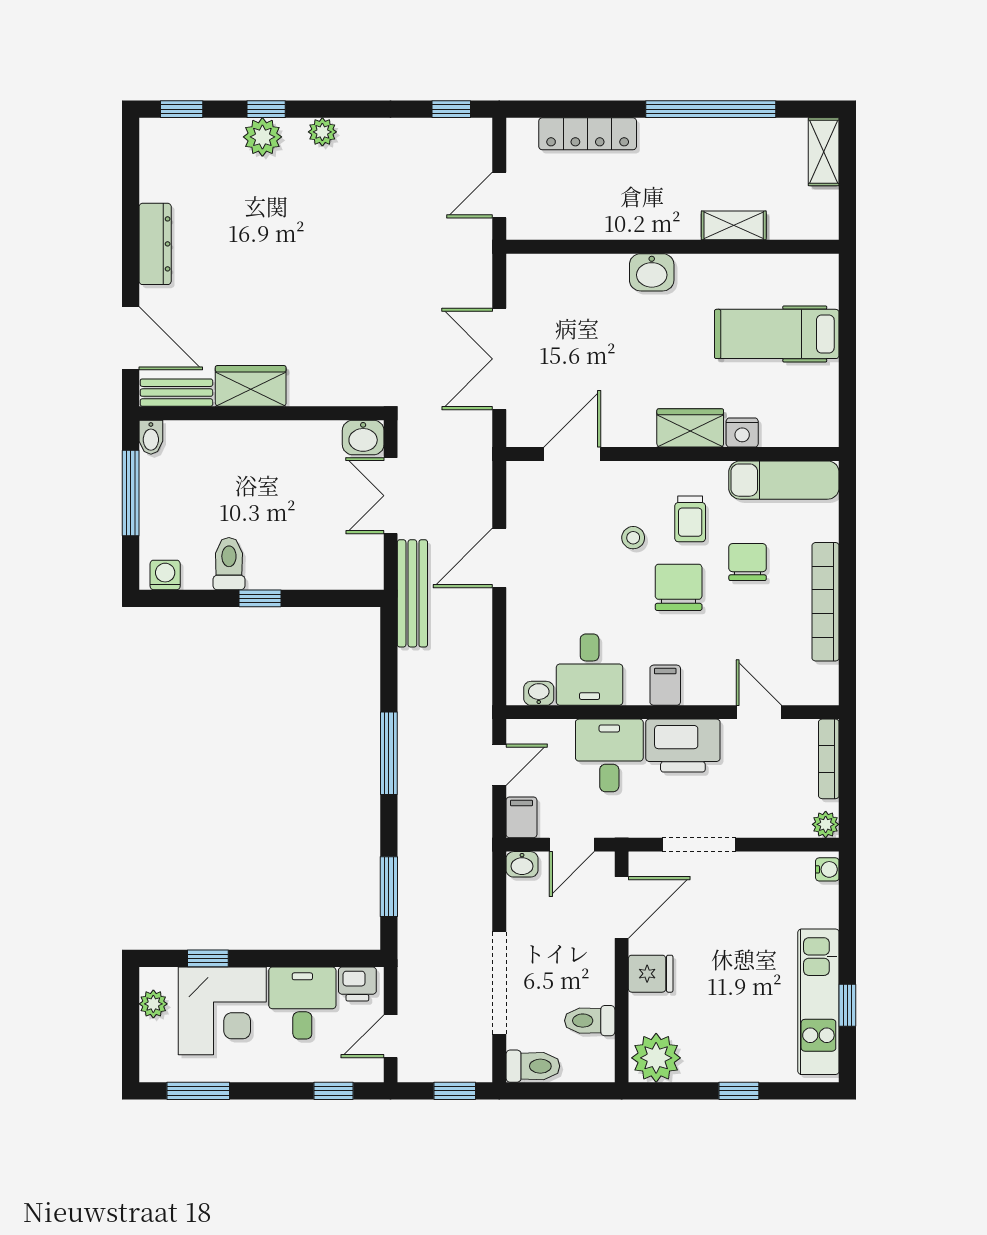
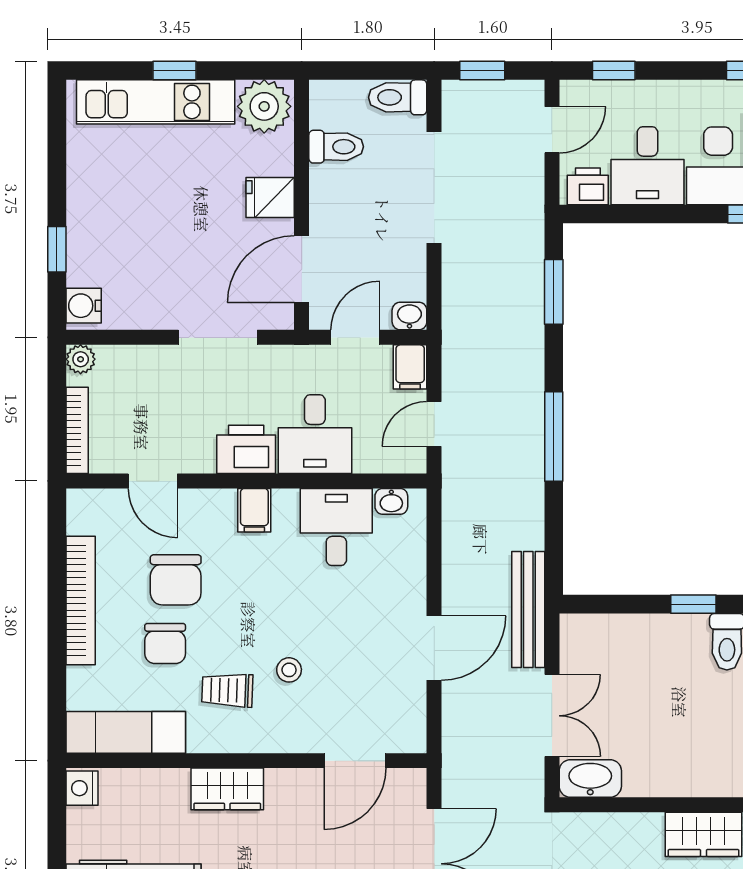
nightstand: (742, 432) -> (82, 788), moved, turned -90
washbasin: (363, 437) -> (590, 778), width x1.38
trolley: (690, 519) -> (227, 690), turned -88
chair: (679, 587) -> (176, 580), moved
printer: (683, 746) -> (246, 449), width x0.73, depth x0.84
water cooler: (827, 869) -> (84, 306), width x1.38, depth x1.38
kitchen unit: (818, 1002) -> (156, 102), moved, turned 90
window: (847, 1005) -> (57, 249), moved

